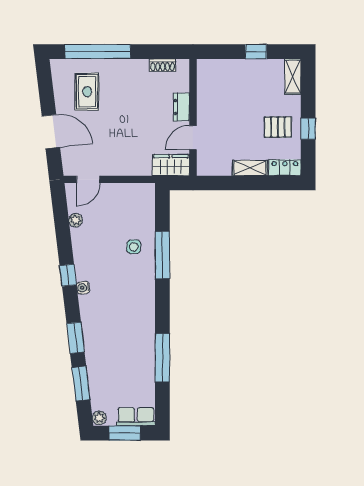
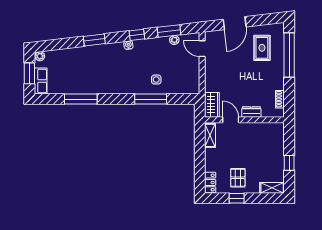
rug: (87, 92) -> (262, 48), turned 90
shelving: (250, 168) -> (210, 135), moved
window: (81, 384) -> (169, 31), moved

